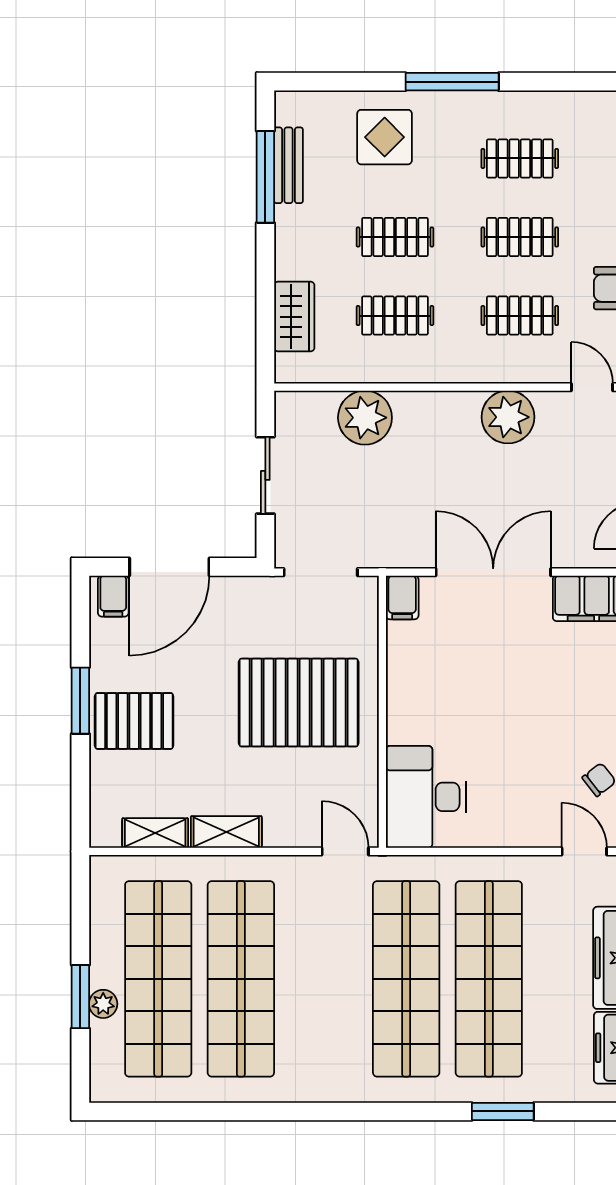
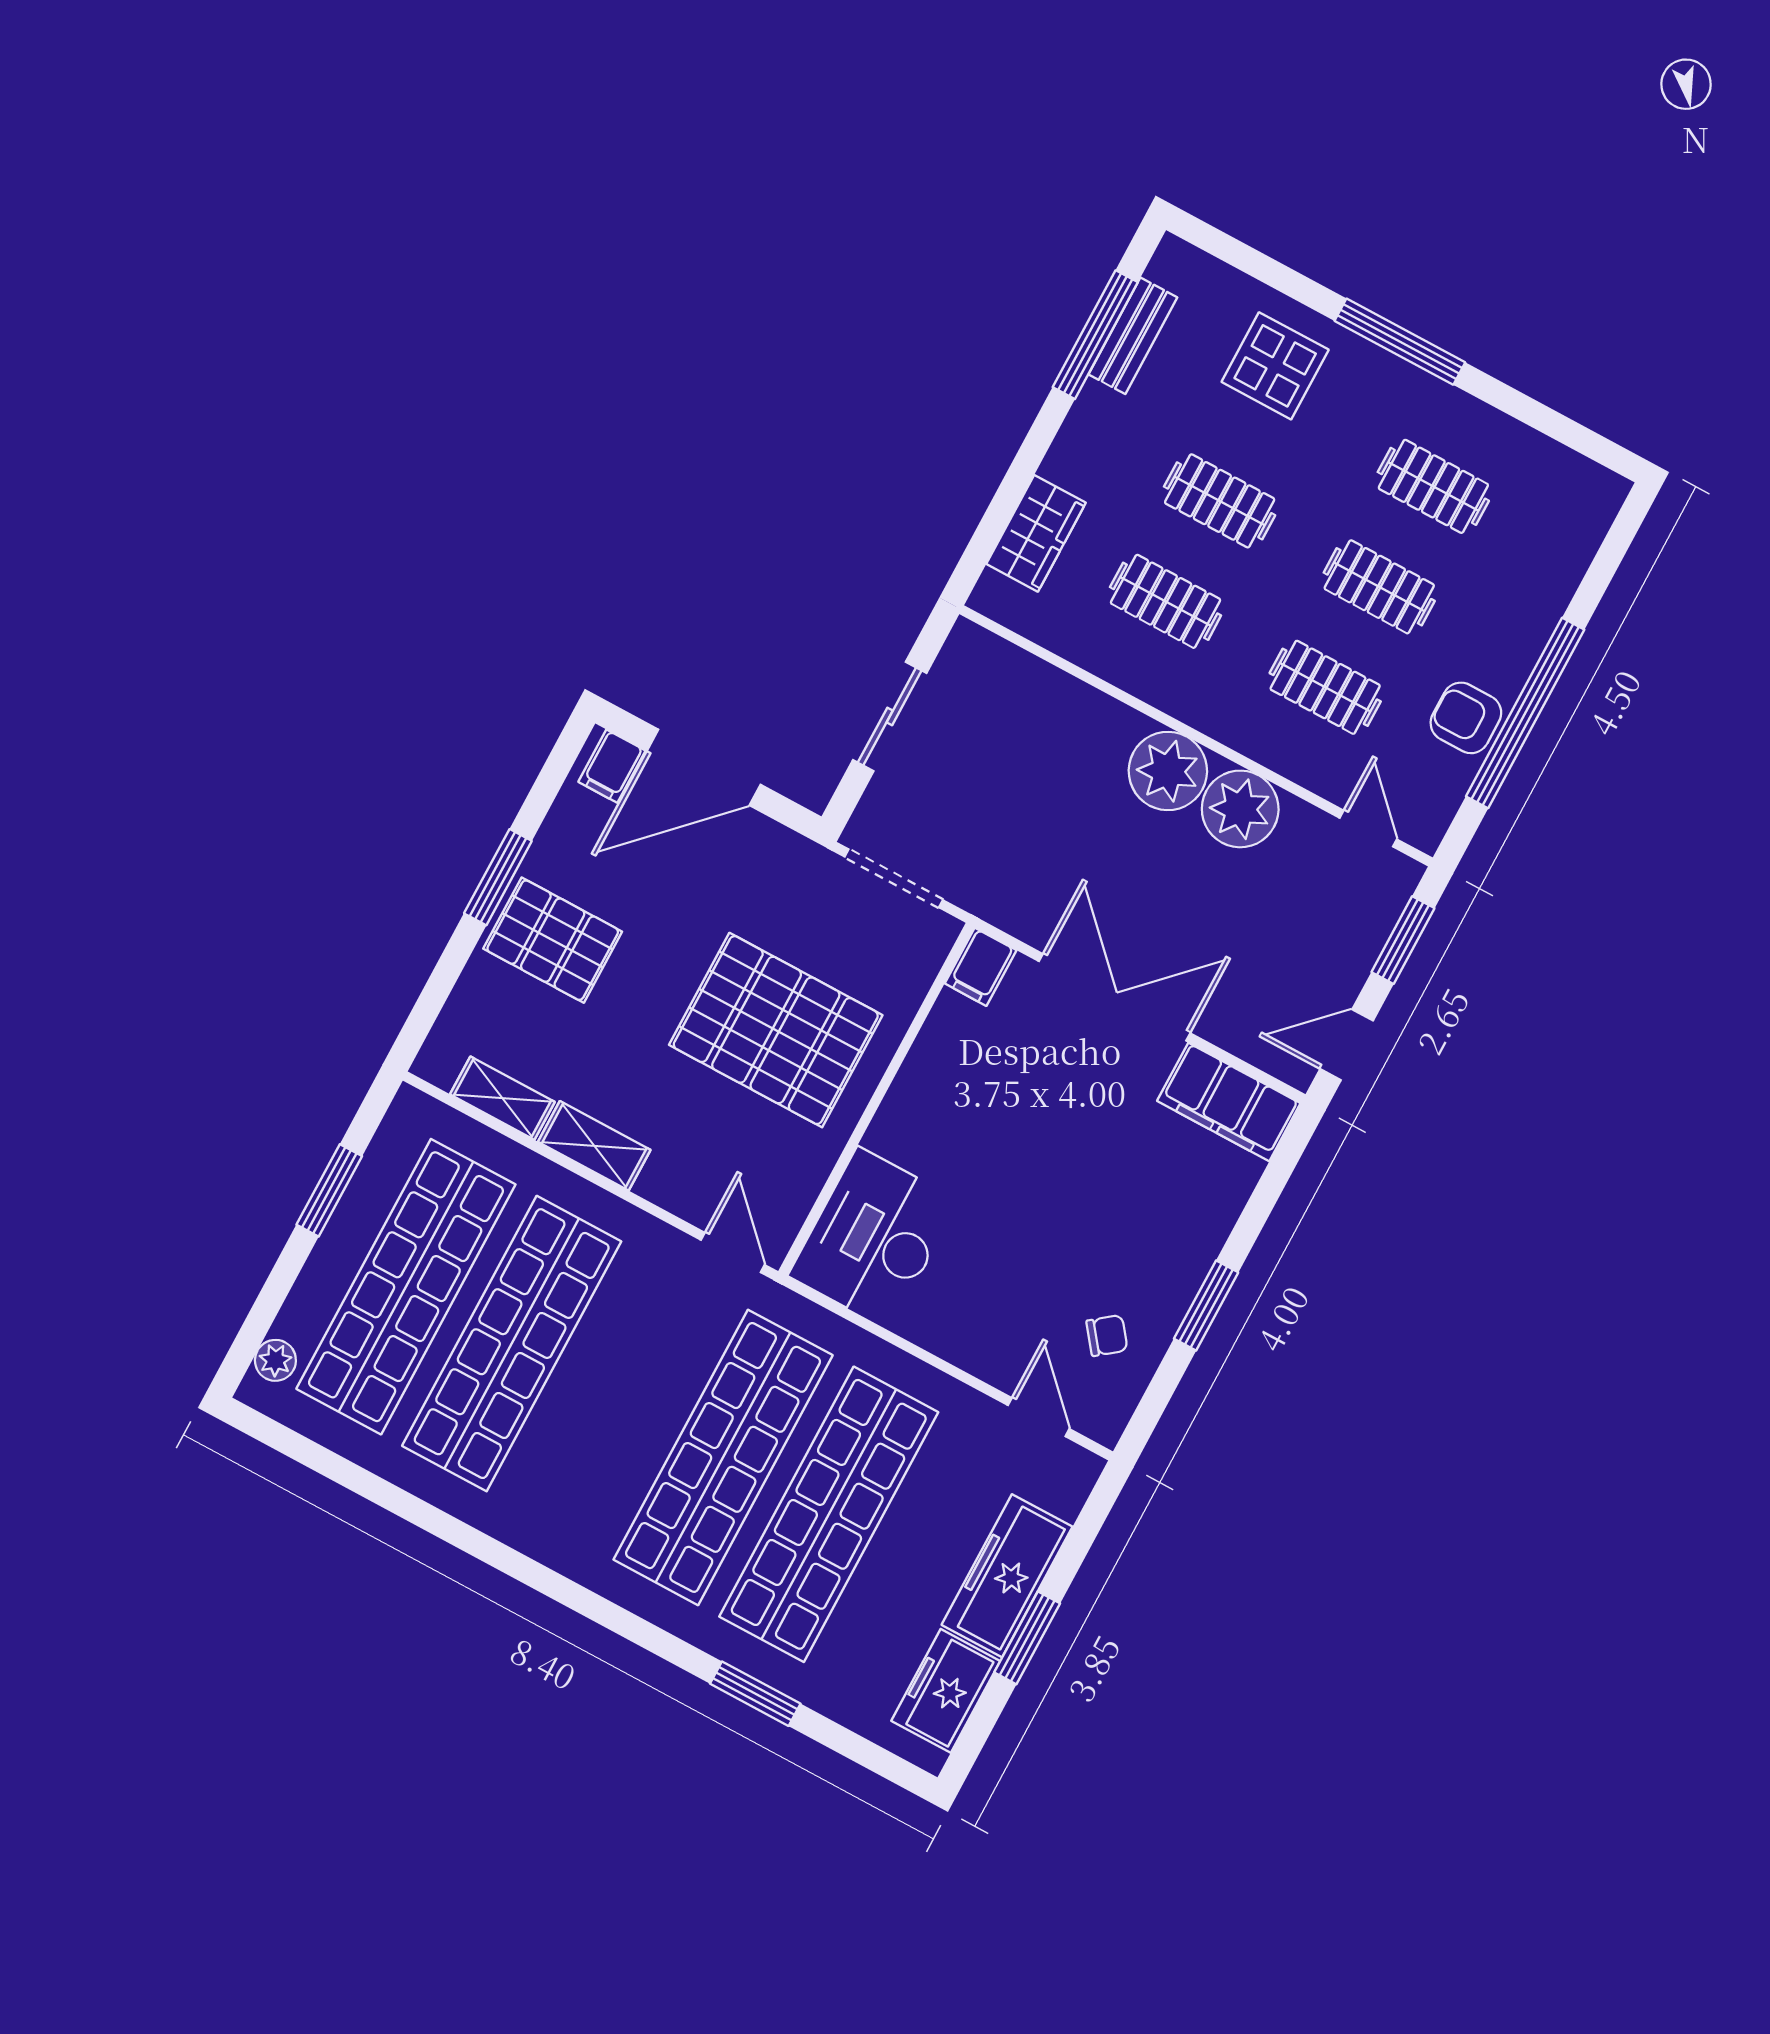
plant: (365, 418) -> (1168, 771), moved
window: (80, 997) -> (329, 1190), moved
plant: (103, 1004) -> (275, 1360), moved

